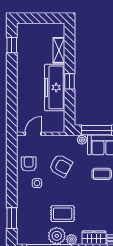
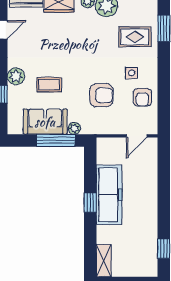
shelving: (59, 50) -> (104, 261), moved
armchair: (61, 166) -> (101, 95), turned 151
rug: (63, 214) -> (135, 37), moved

